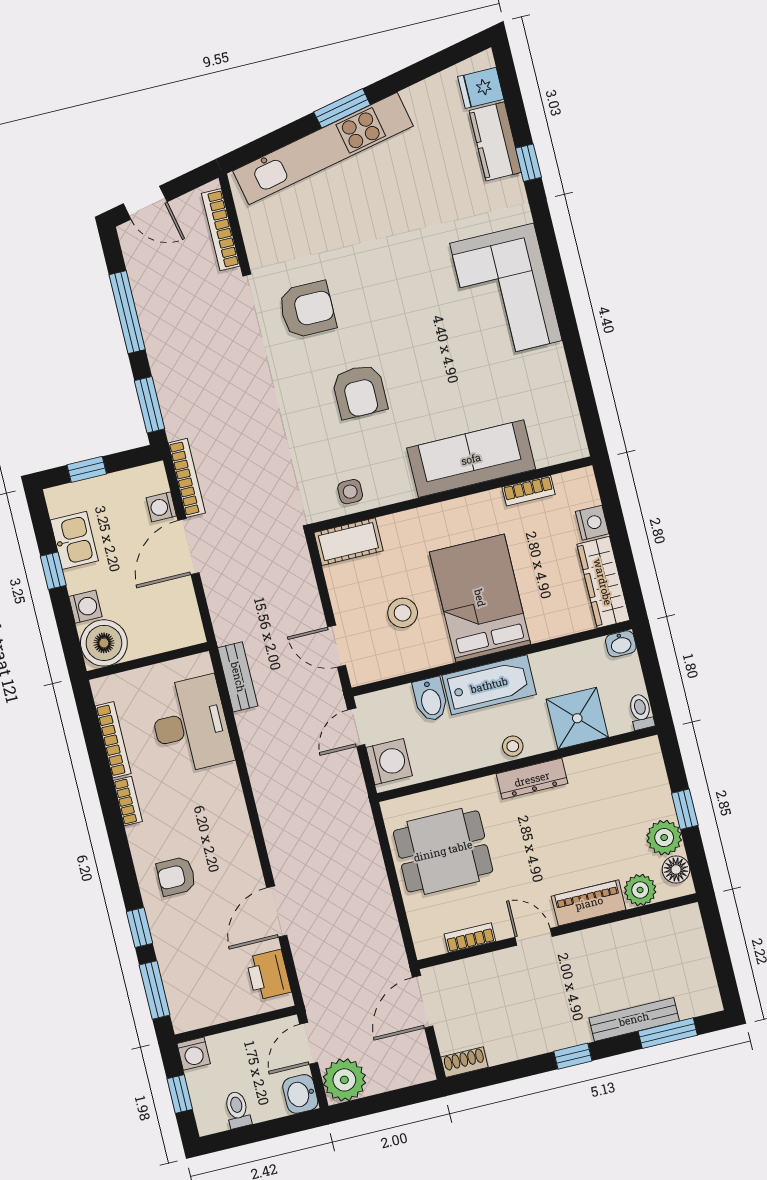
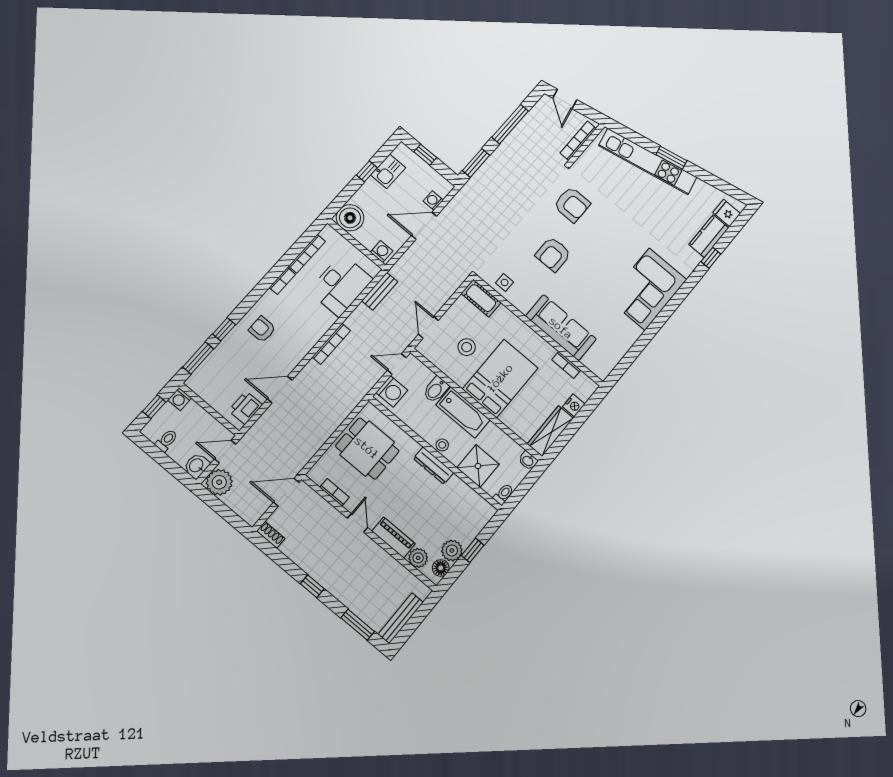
bookcase: (187, 478) -> (331, 344), moved
washing machine: (85, 607) -> (382, 252), moved, turned -90
bench: (634, 1019) -> (401, 618), moved, turned 90

